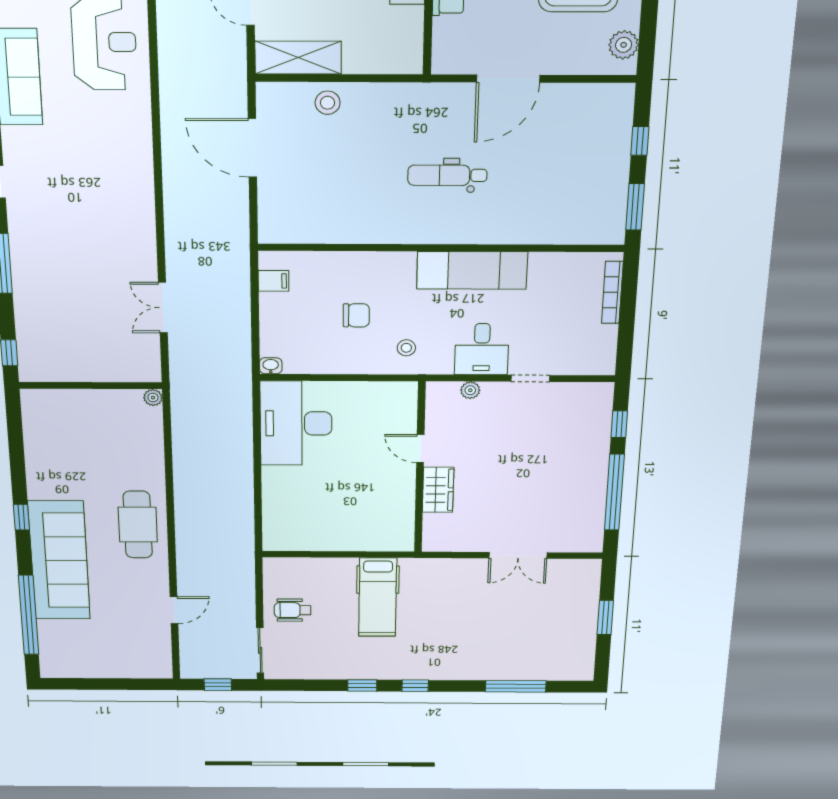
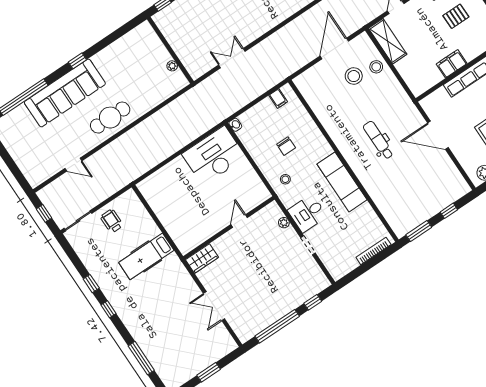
stool: (318, 147) -> (354, 76), added
plant: (153, 398) -> (172, 66), moved
wardrobe: (438, 490) -> (202, 259), moved

